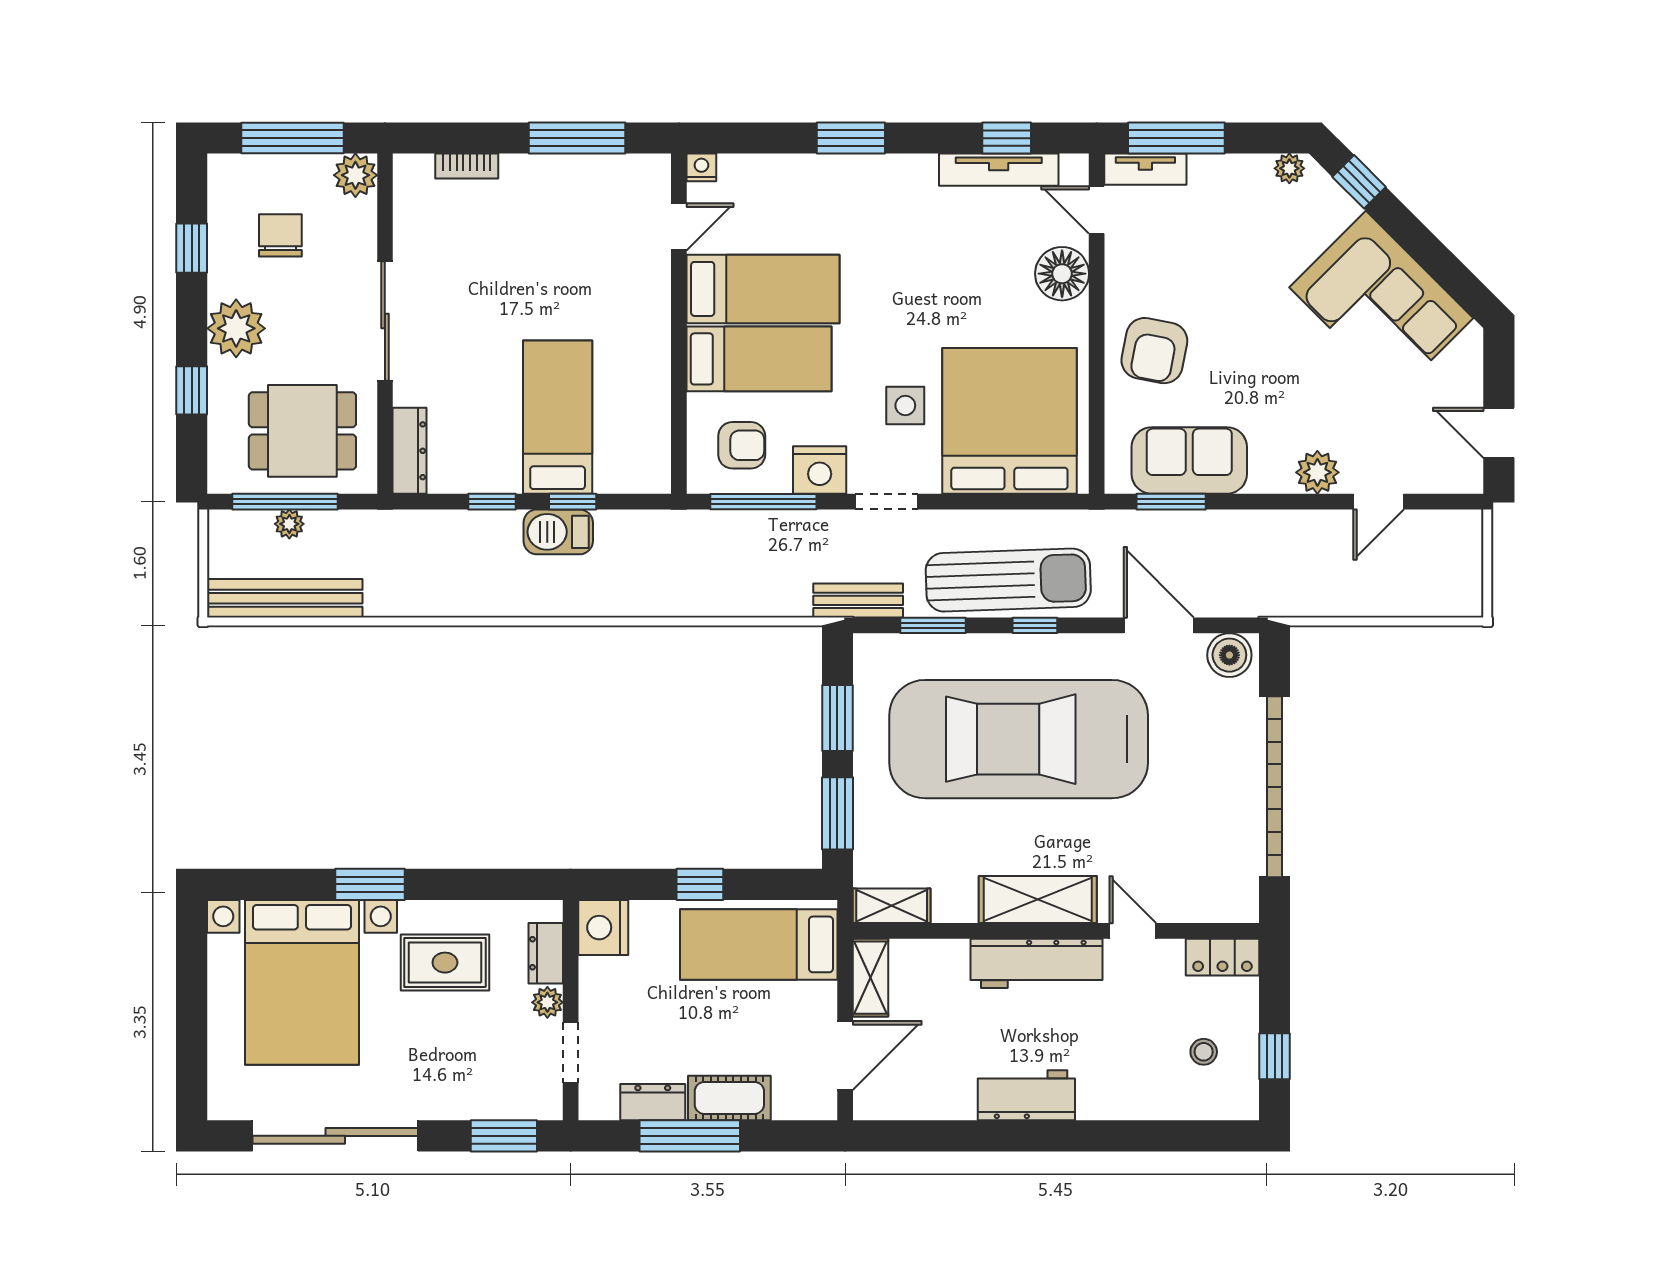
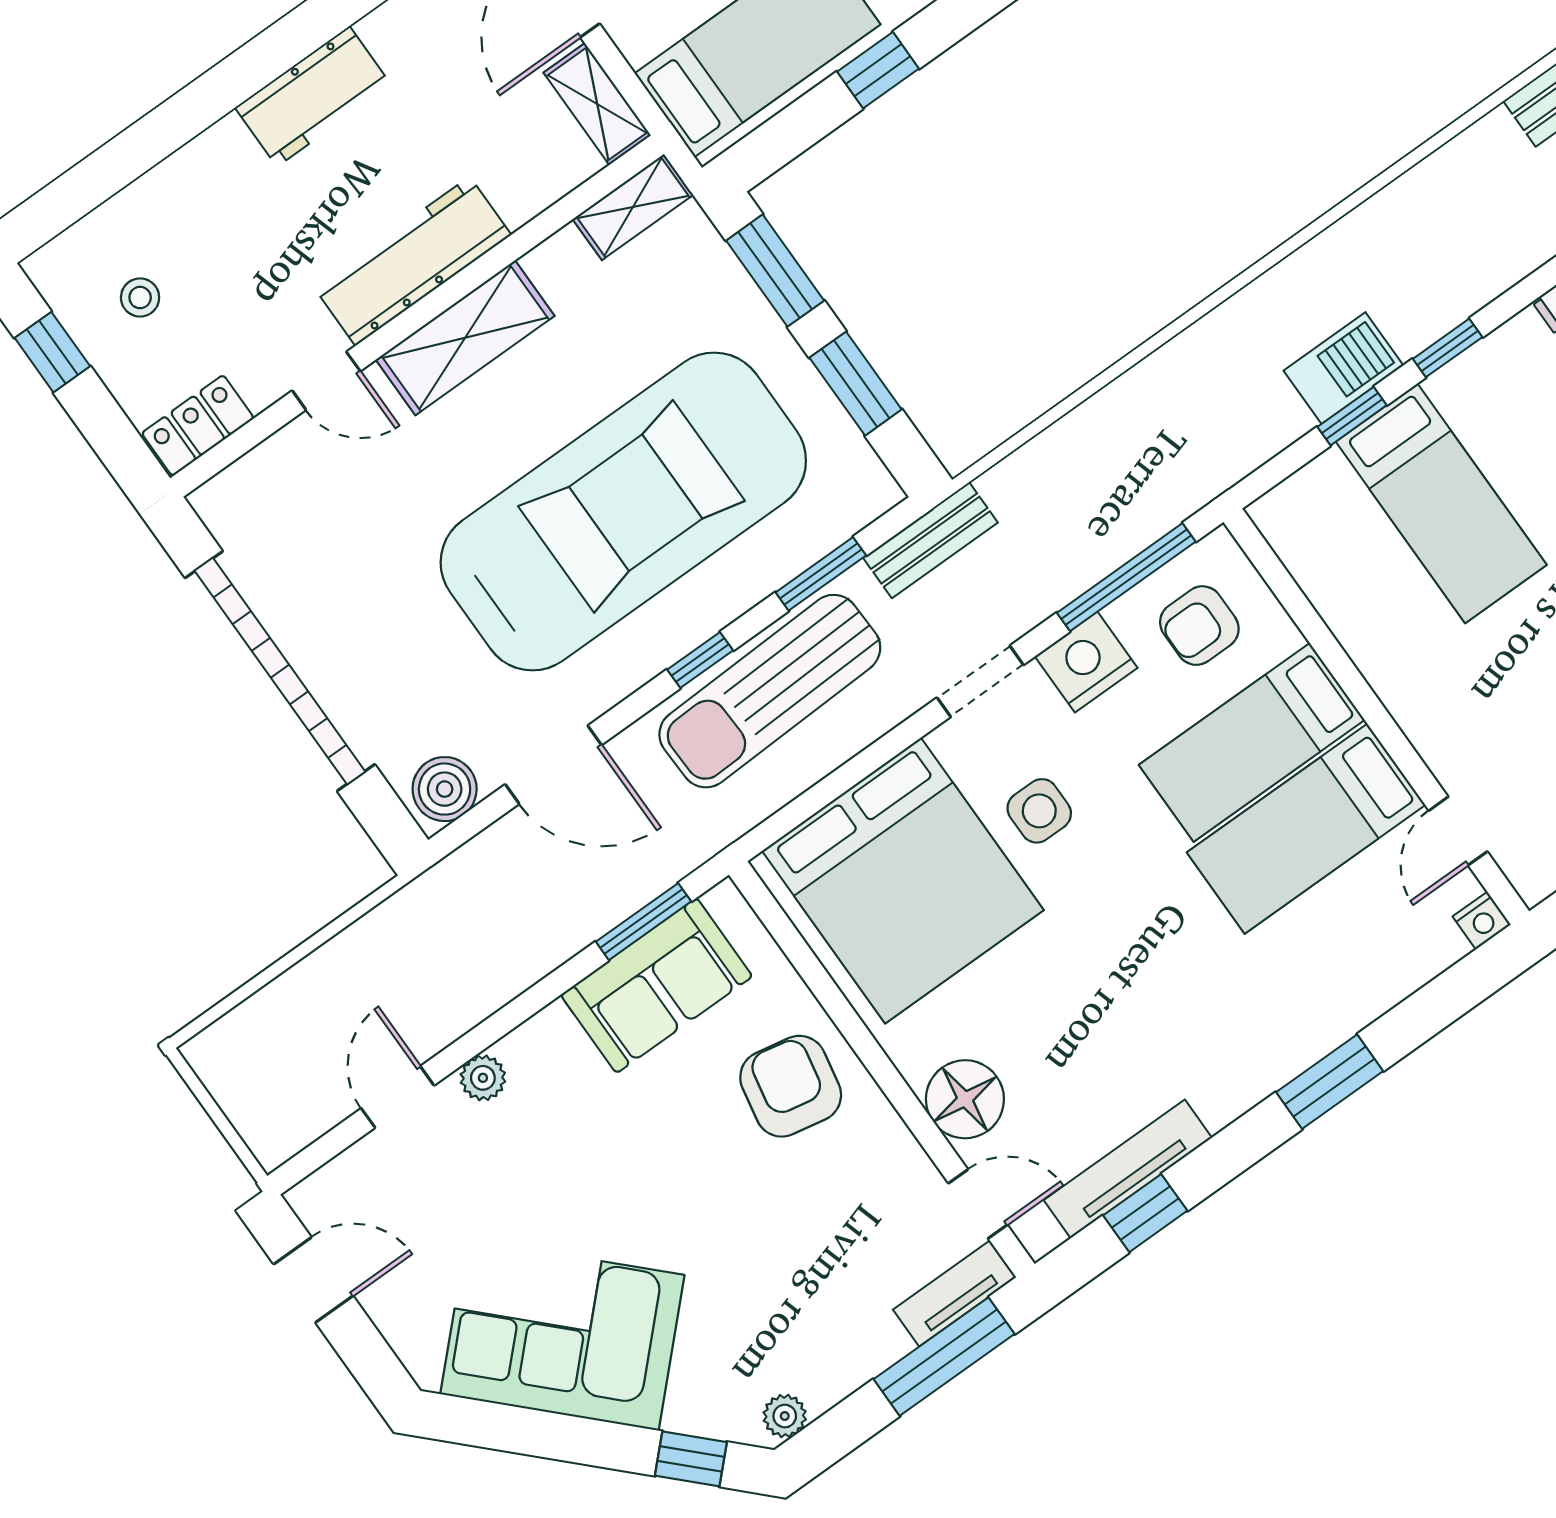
plant: (1317, 472) -> (483, 1078), width x0.73, depth x0.73

